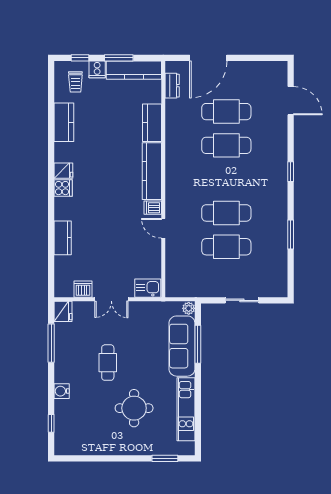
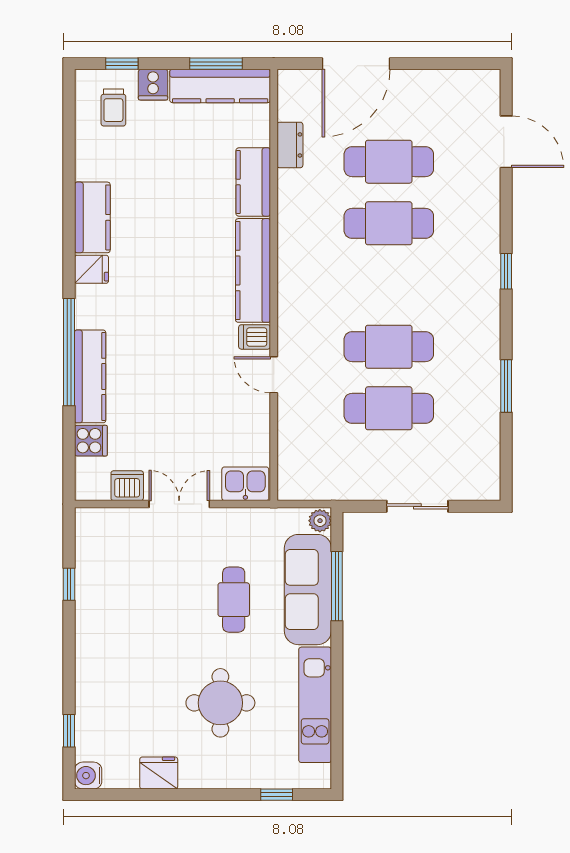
window: (119, 58) -> (216, 64), moved
dresser: (172, 86) -> (290, 145), moved
kitchen counter: (64, 122) -> (92, 217), moved
cooker: (63, 188) -> (91, 441), moved
window: (51, 216) -> (69, 352), added
kitchen counter: (63, 238) -> (90, 376), width x1.50
double door: (111, 299) -> (179, 504), swing flipped
fridge: (63, 311) -> (159, 773), moved, turned -90
window: (51, 343) -> (69, 584), width x0.46
cafe table: (108, 363) -> (234, 600), moved
water cooler: (62, 391) -> (88, 776), moved
window: (165, 458) -> (277, 795), width x0.67

